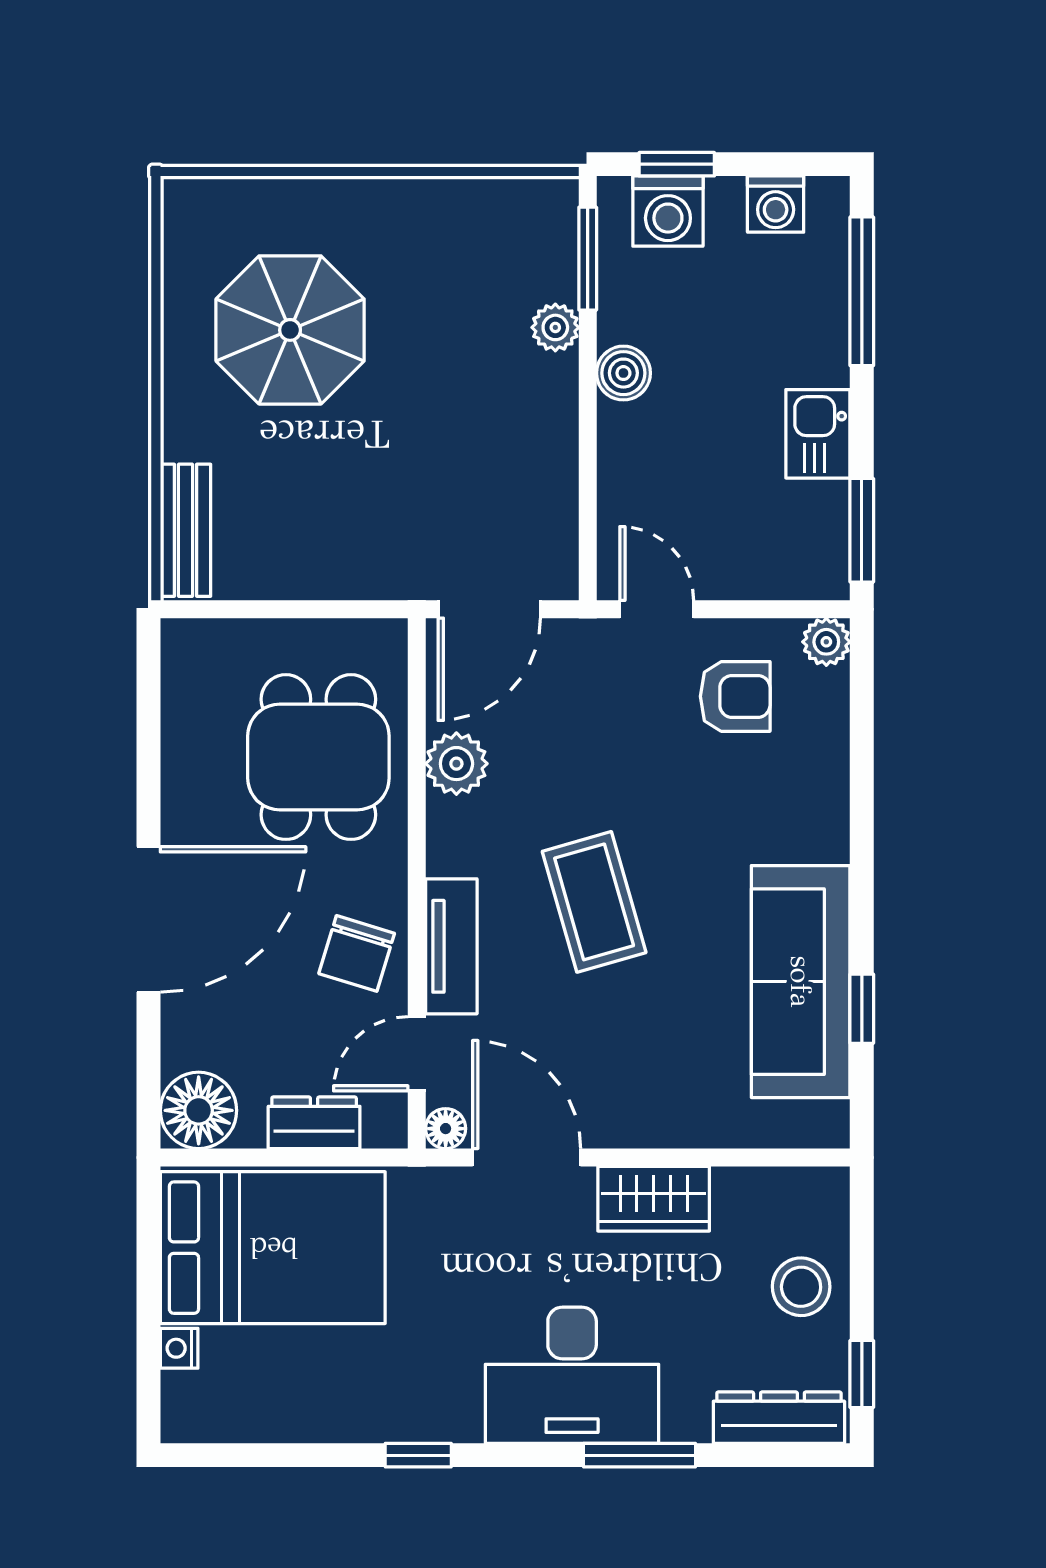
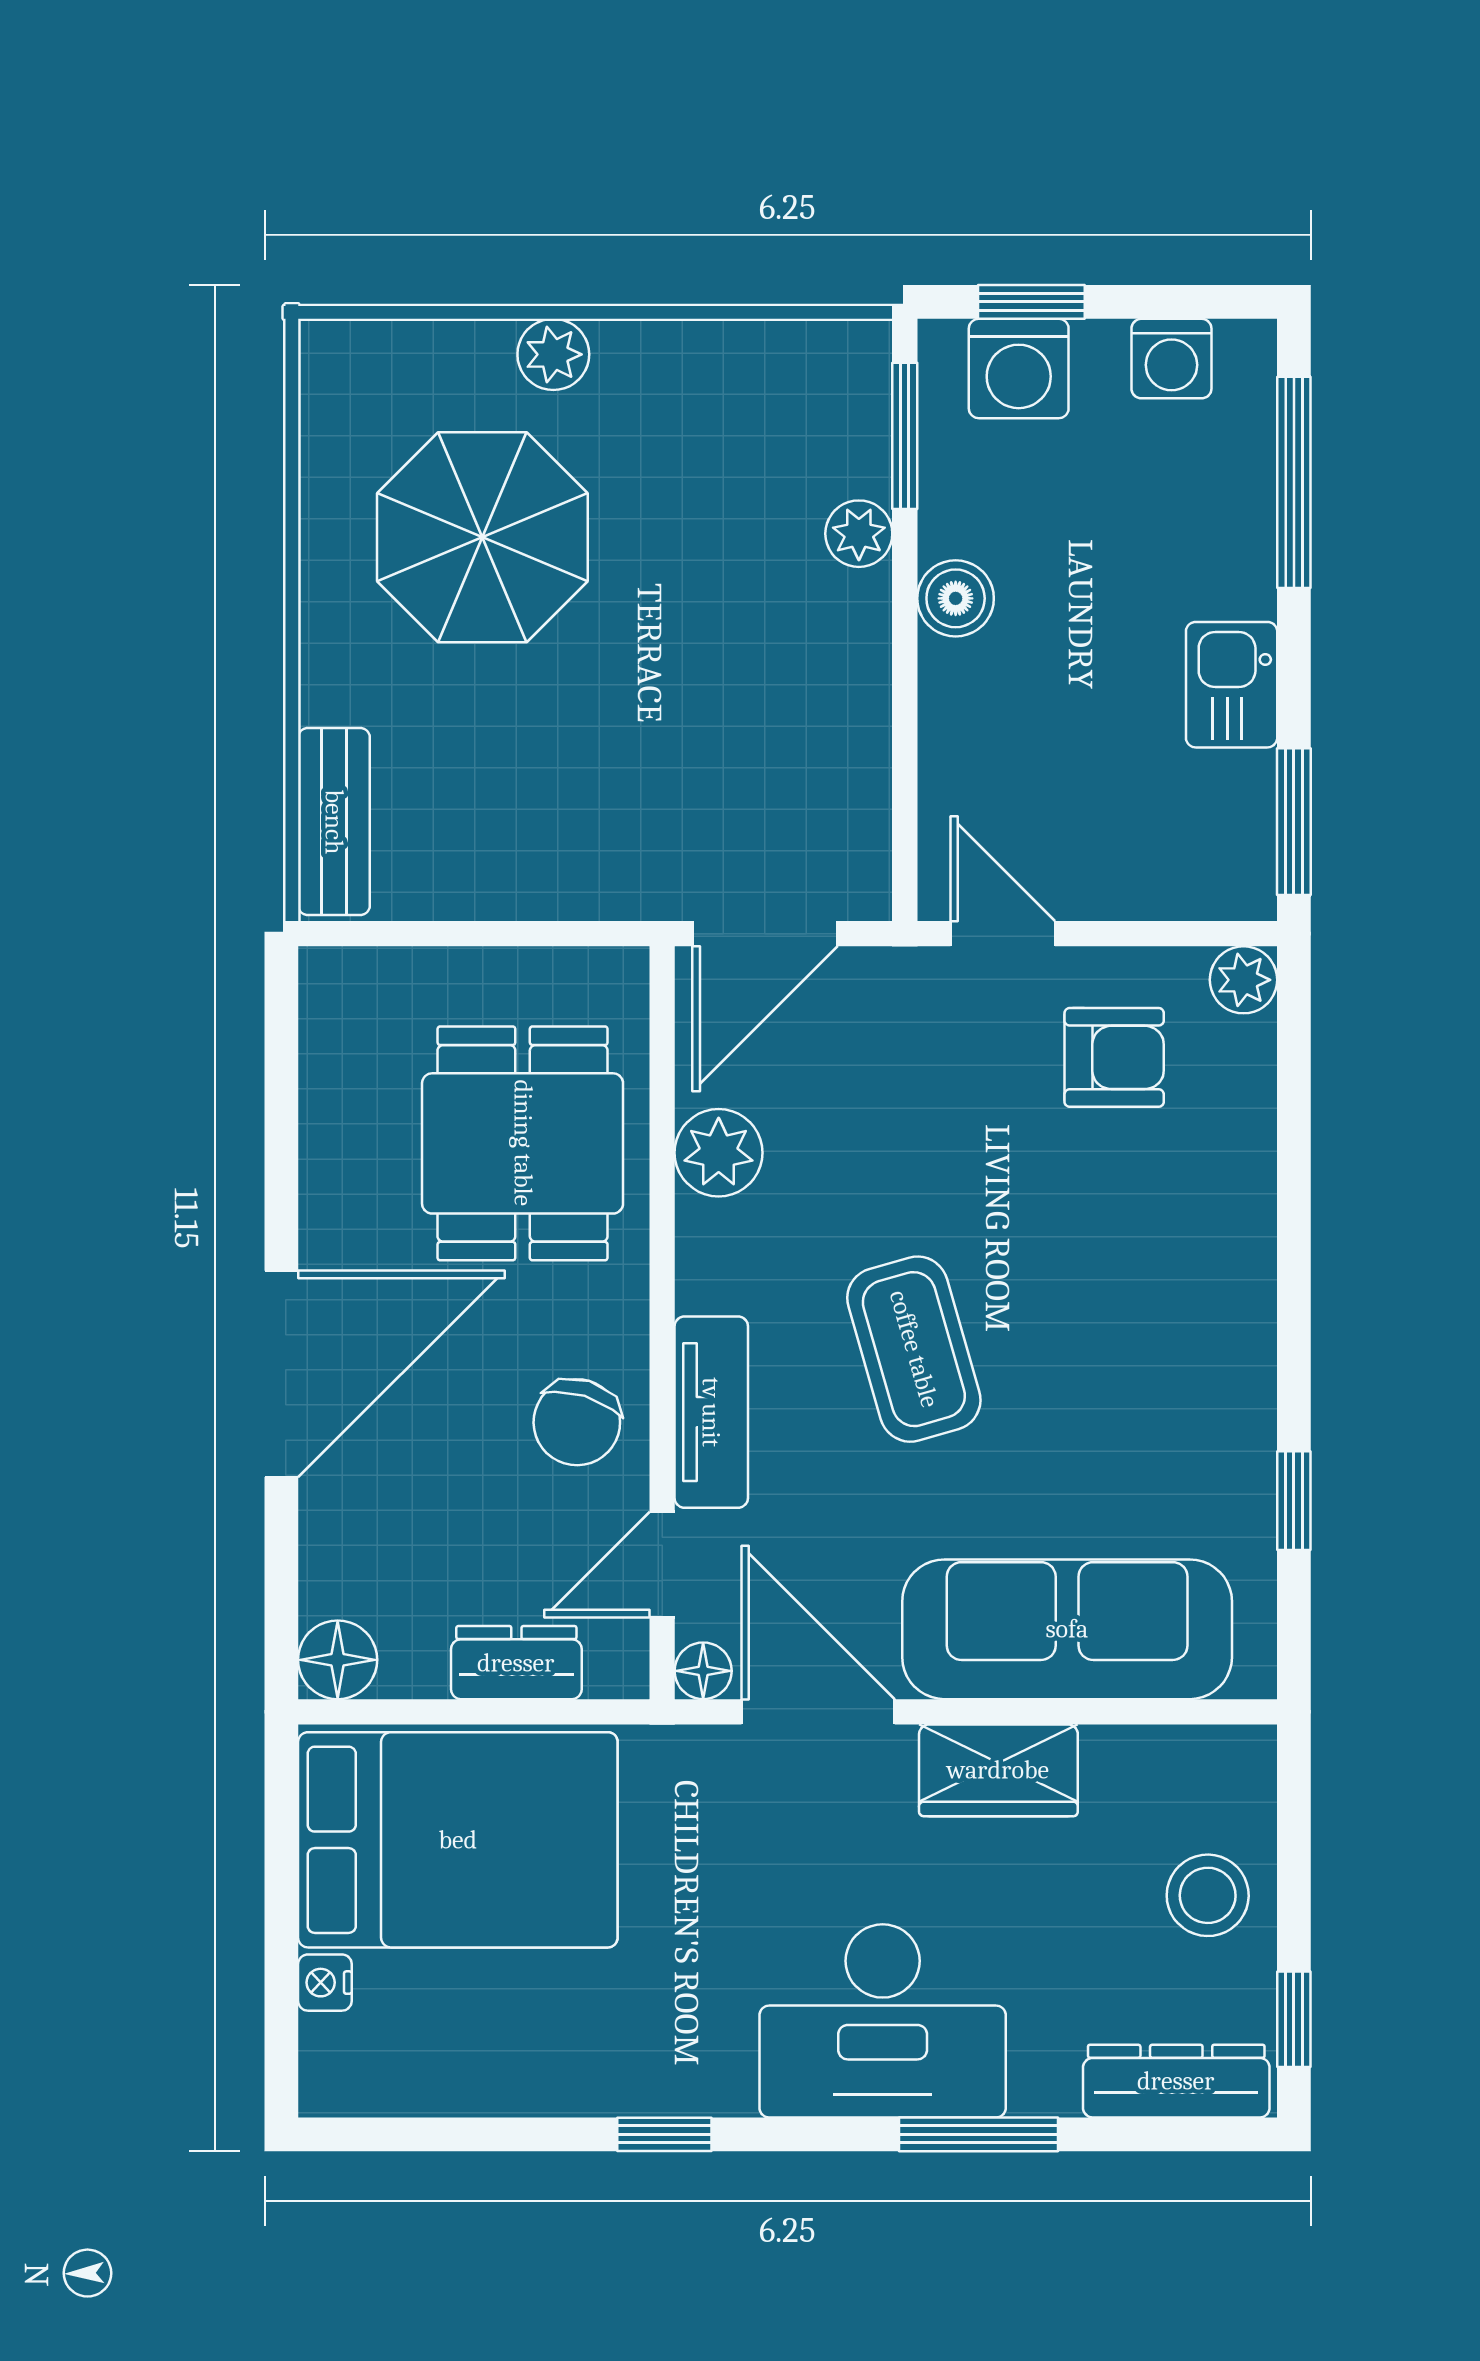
plant: (340, 201) -> (553, 354), added
sofa: (801, 982) -> (1067, 1629), moved, turned 90
floor lamp: (199, 1110) -> (338, 1660), width x0.73, depth x0.73

